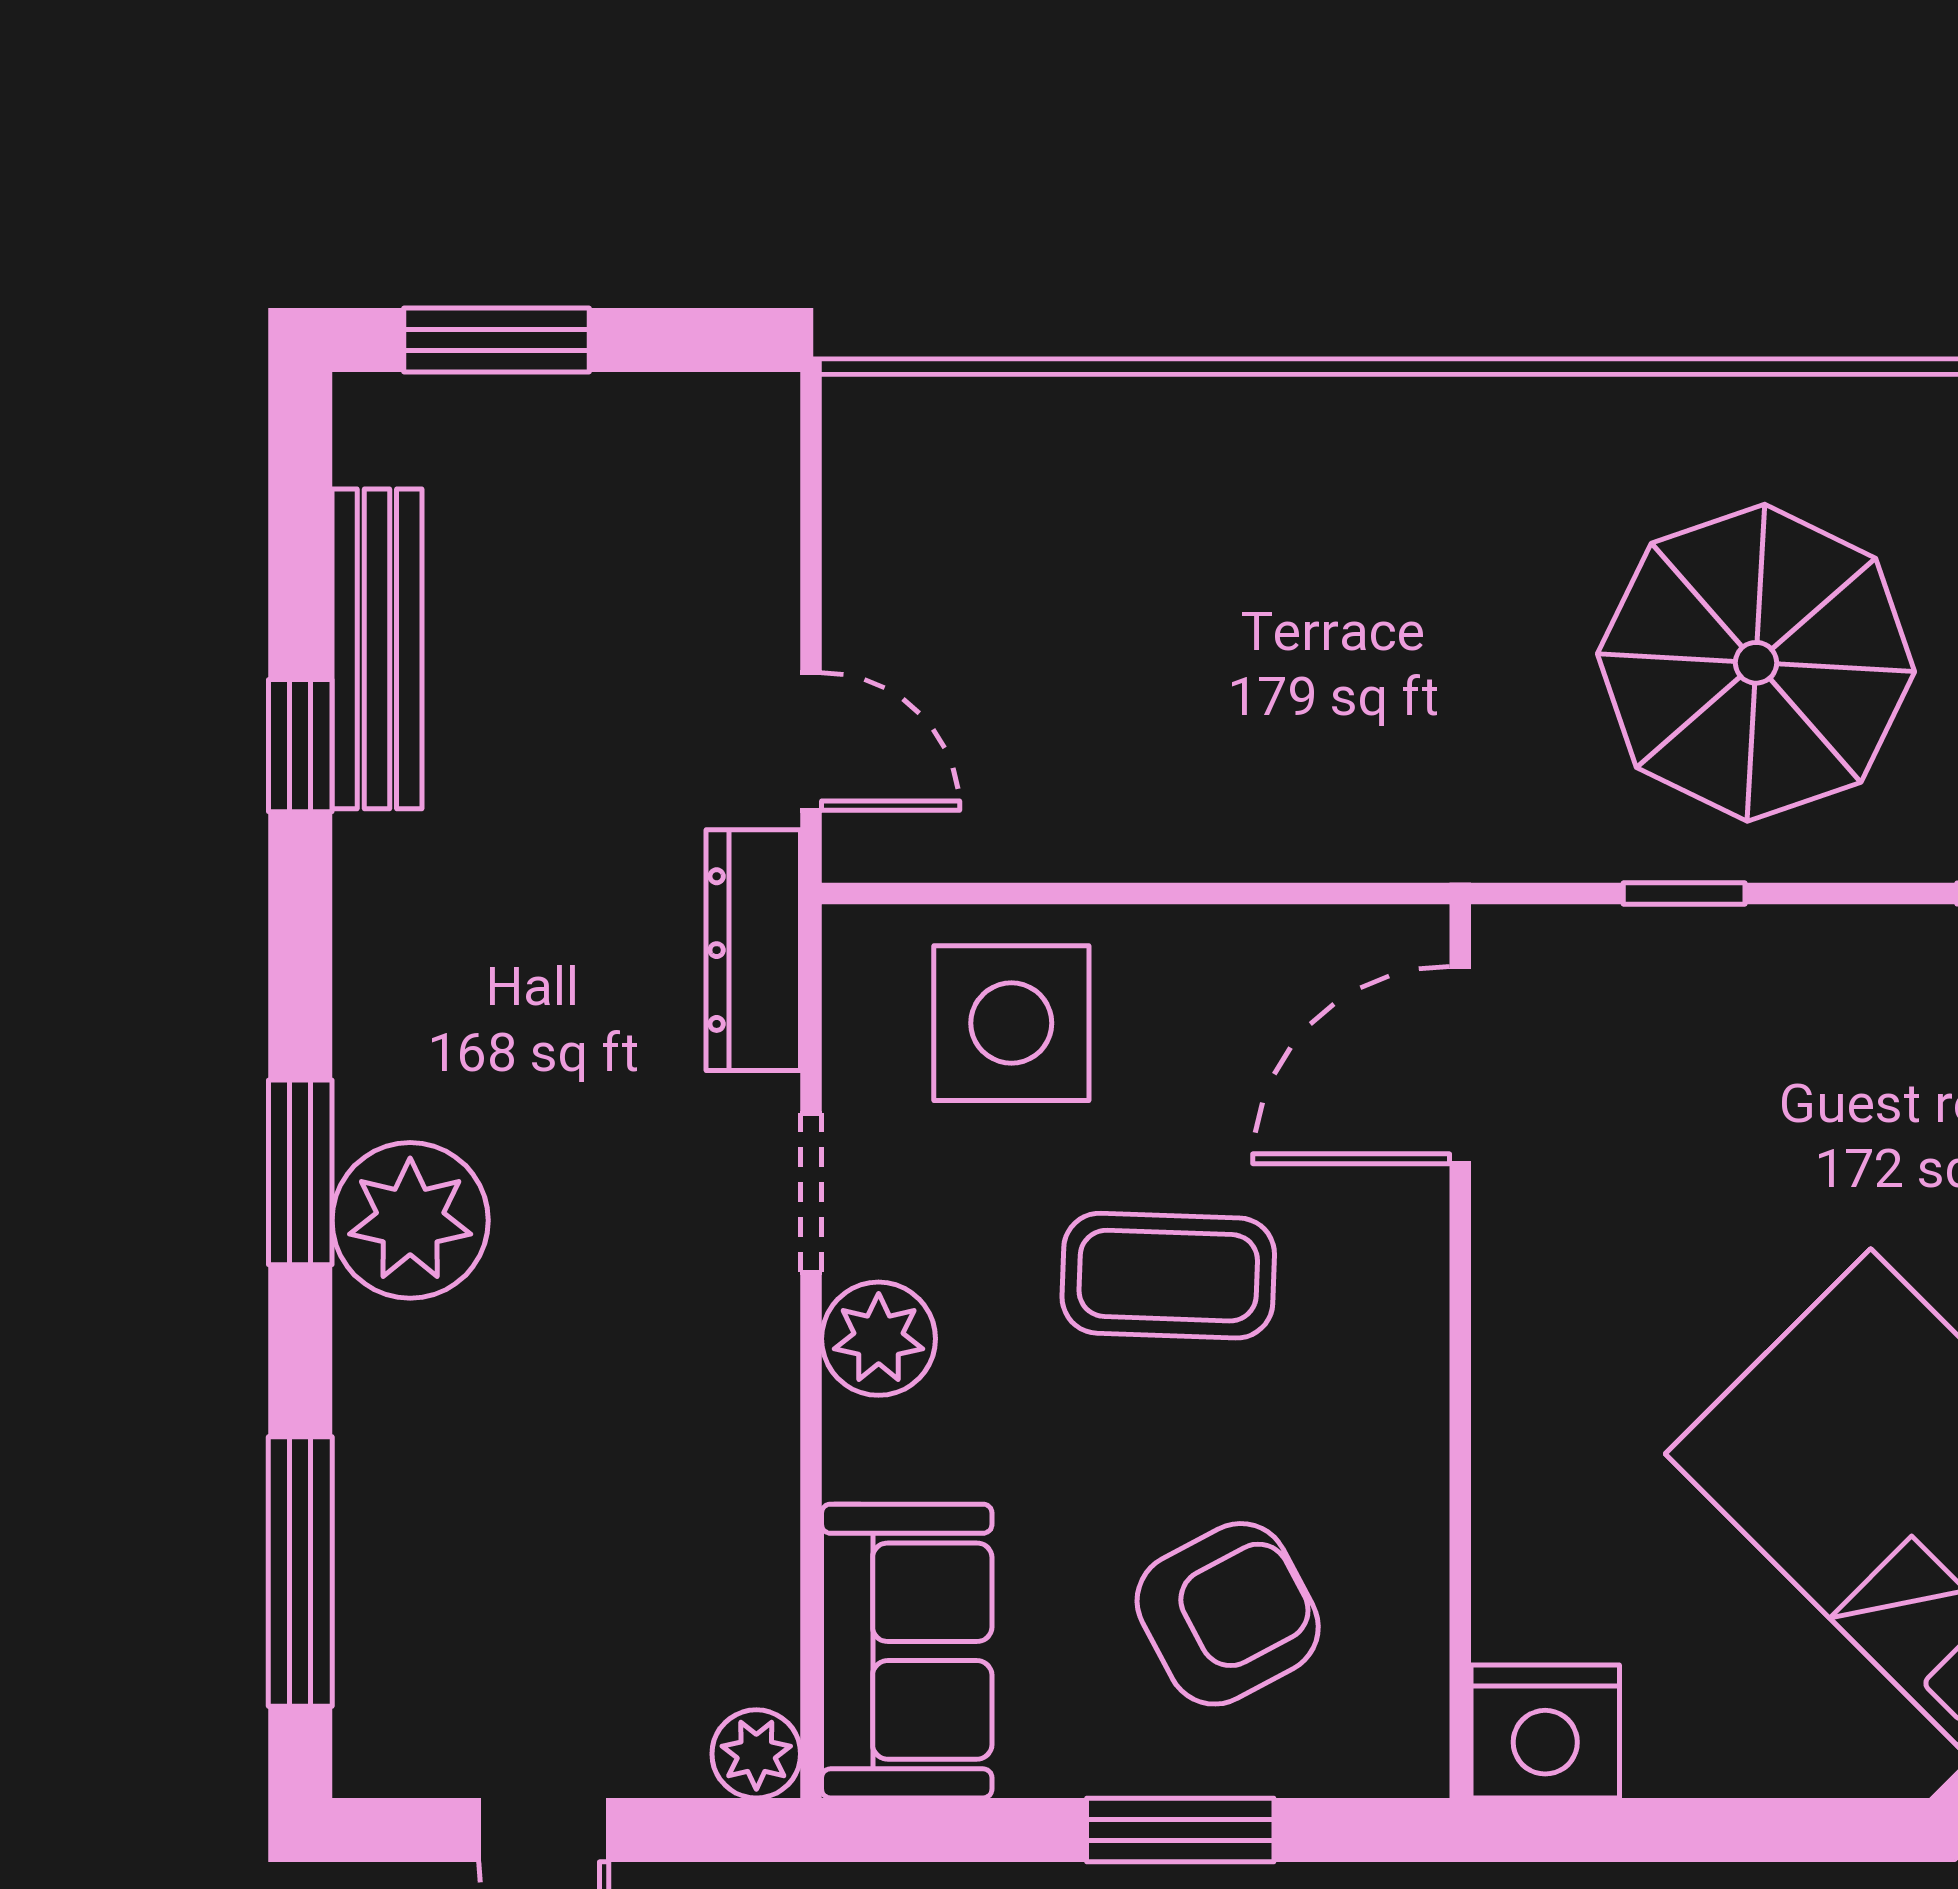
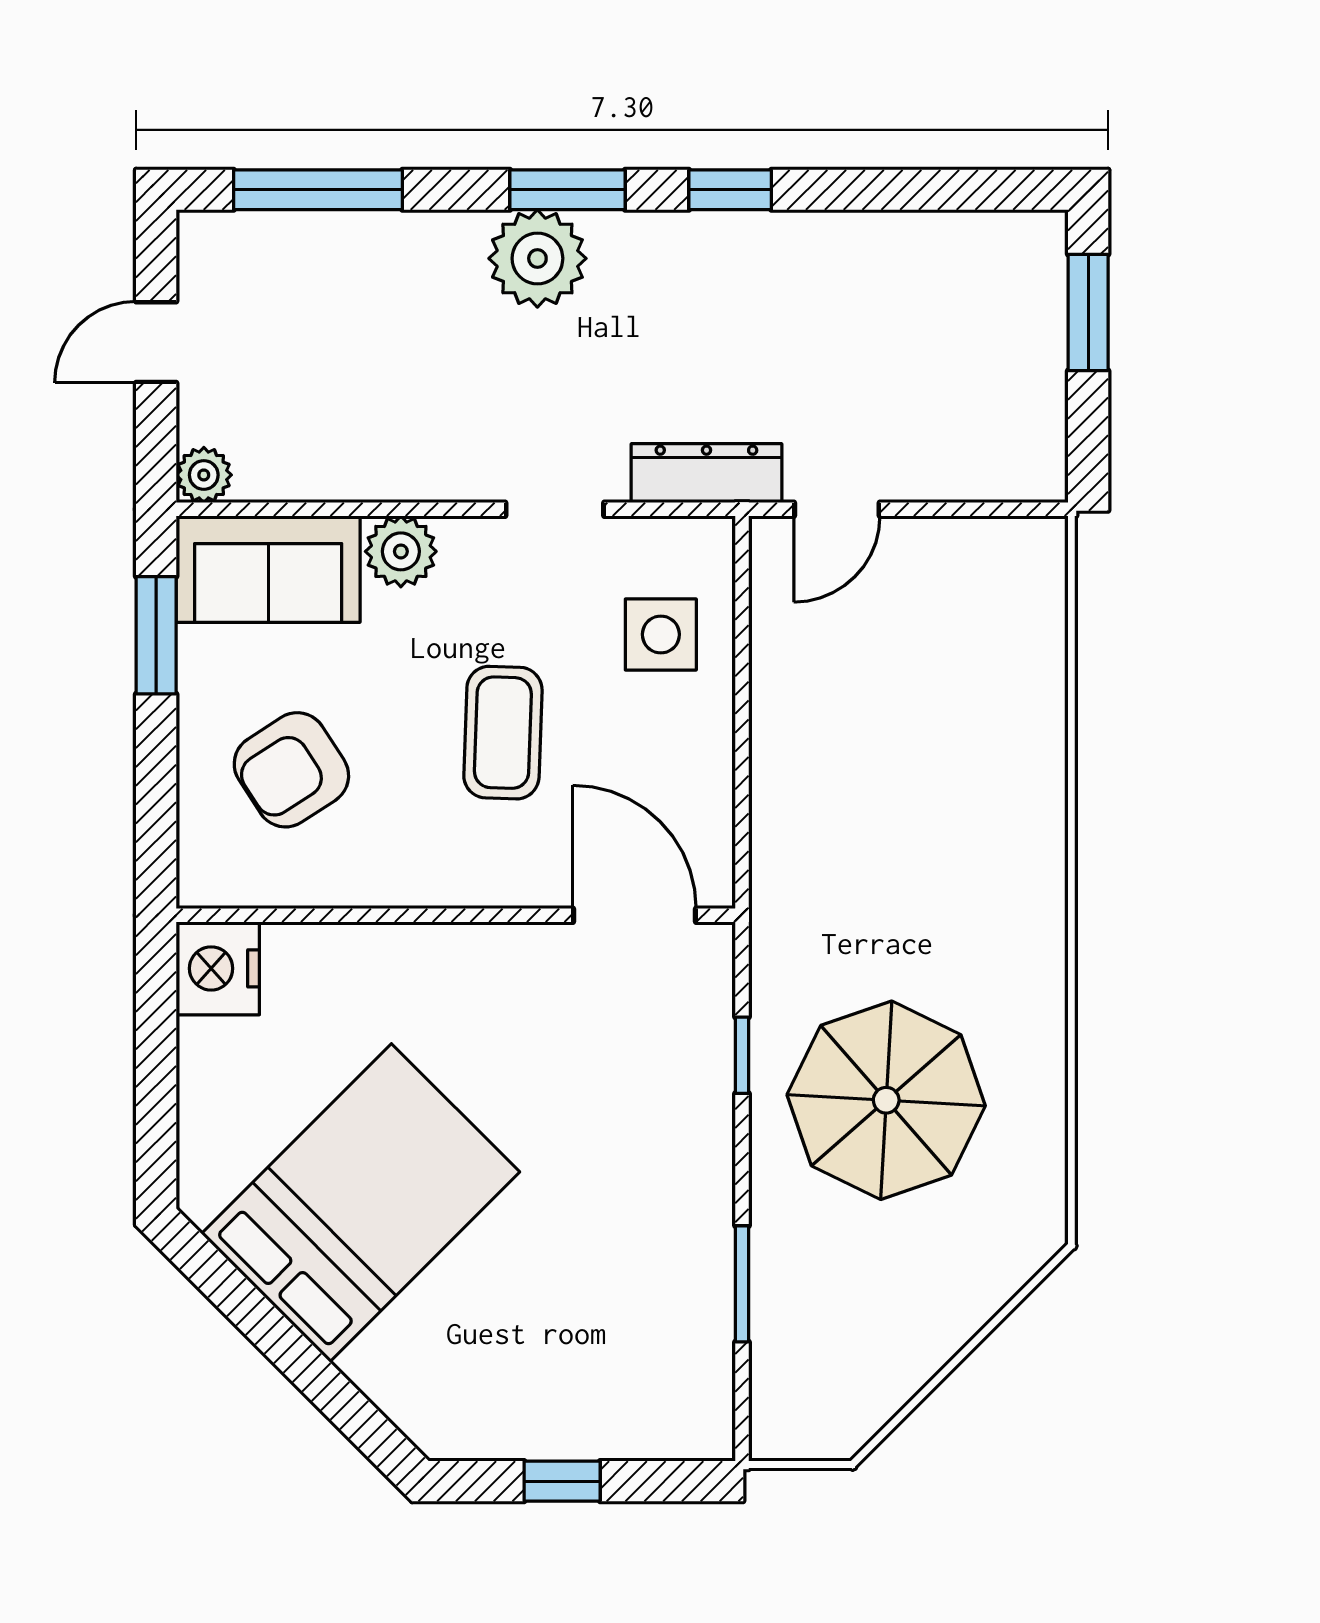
bench: (377, 649) -> (895, 238), removed
window: (300, 746) -> (730, 190), moved
side table: (1011, 1023) -> (661, 634), width x0.73, depth x0.73
plant: (879, 1339) -> (401, 551), moved
armchair: (1228, 1614) -> (291, 770), turned 85
window: (1180, 1830) -> (156, 635), moved

